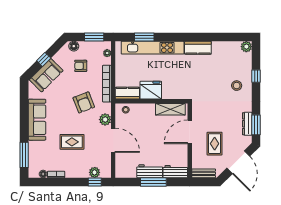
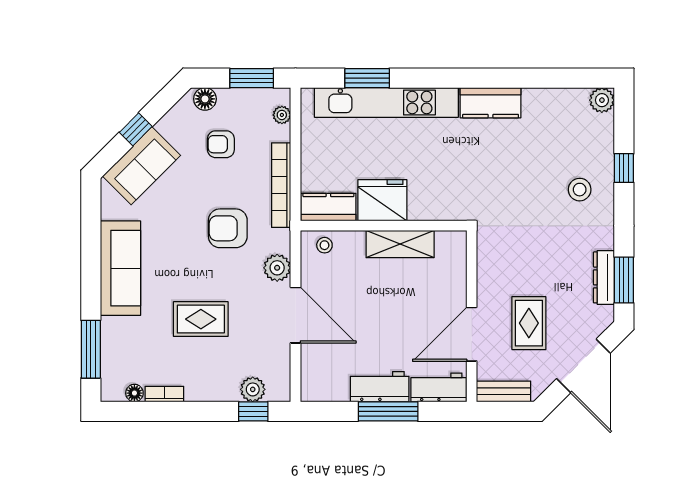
armchair: (84, 102) -> (228, 228), turned 111
shelving: (170, 109) -> (400, 244), moved
door: (190, 132) -> (472, 334), moved

